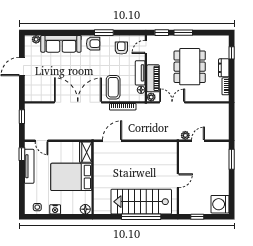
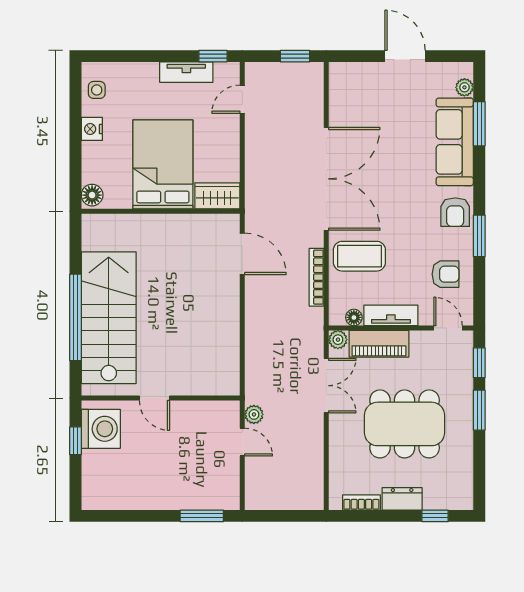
window: (53, 33) -> (479, 124), added
tv unit: (29, 166) -> (186, 72), width x0.71
washing machine: (220, 204) -> (101, 429), moved, turned 90

